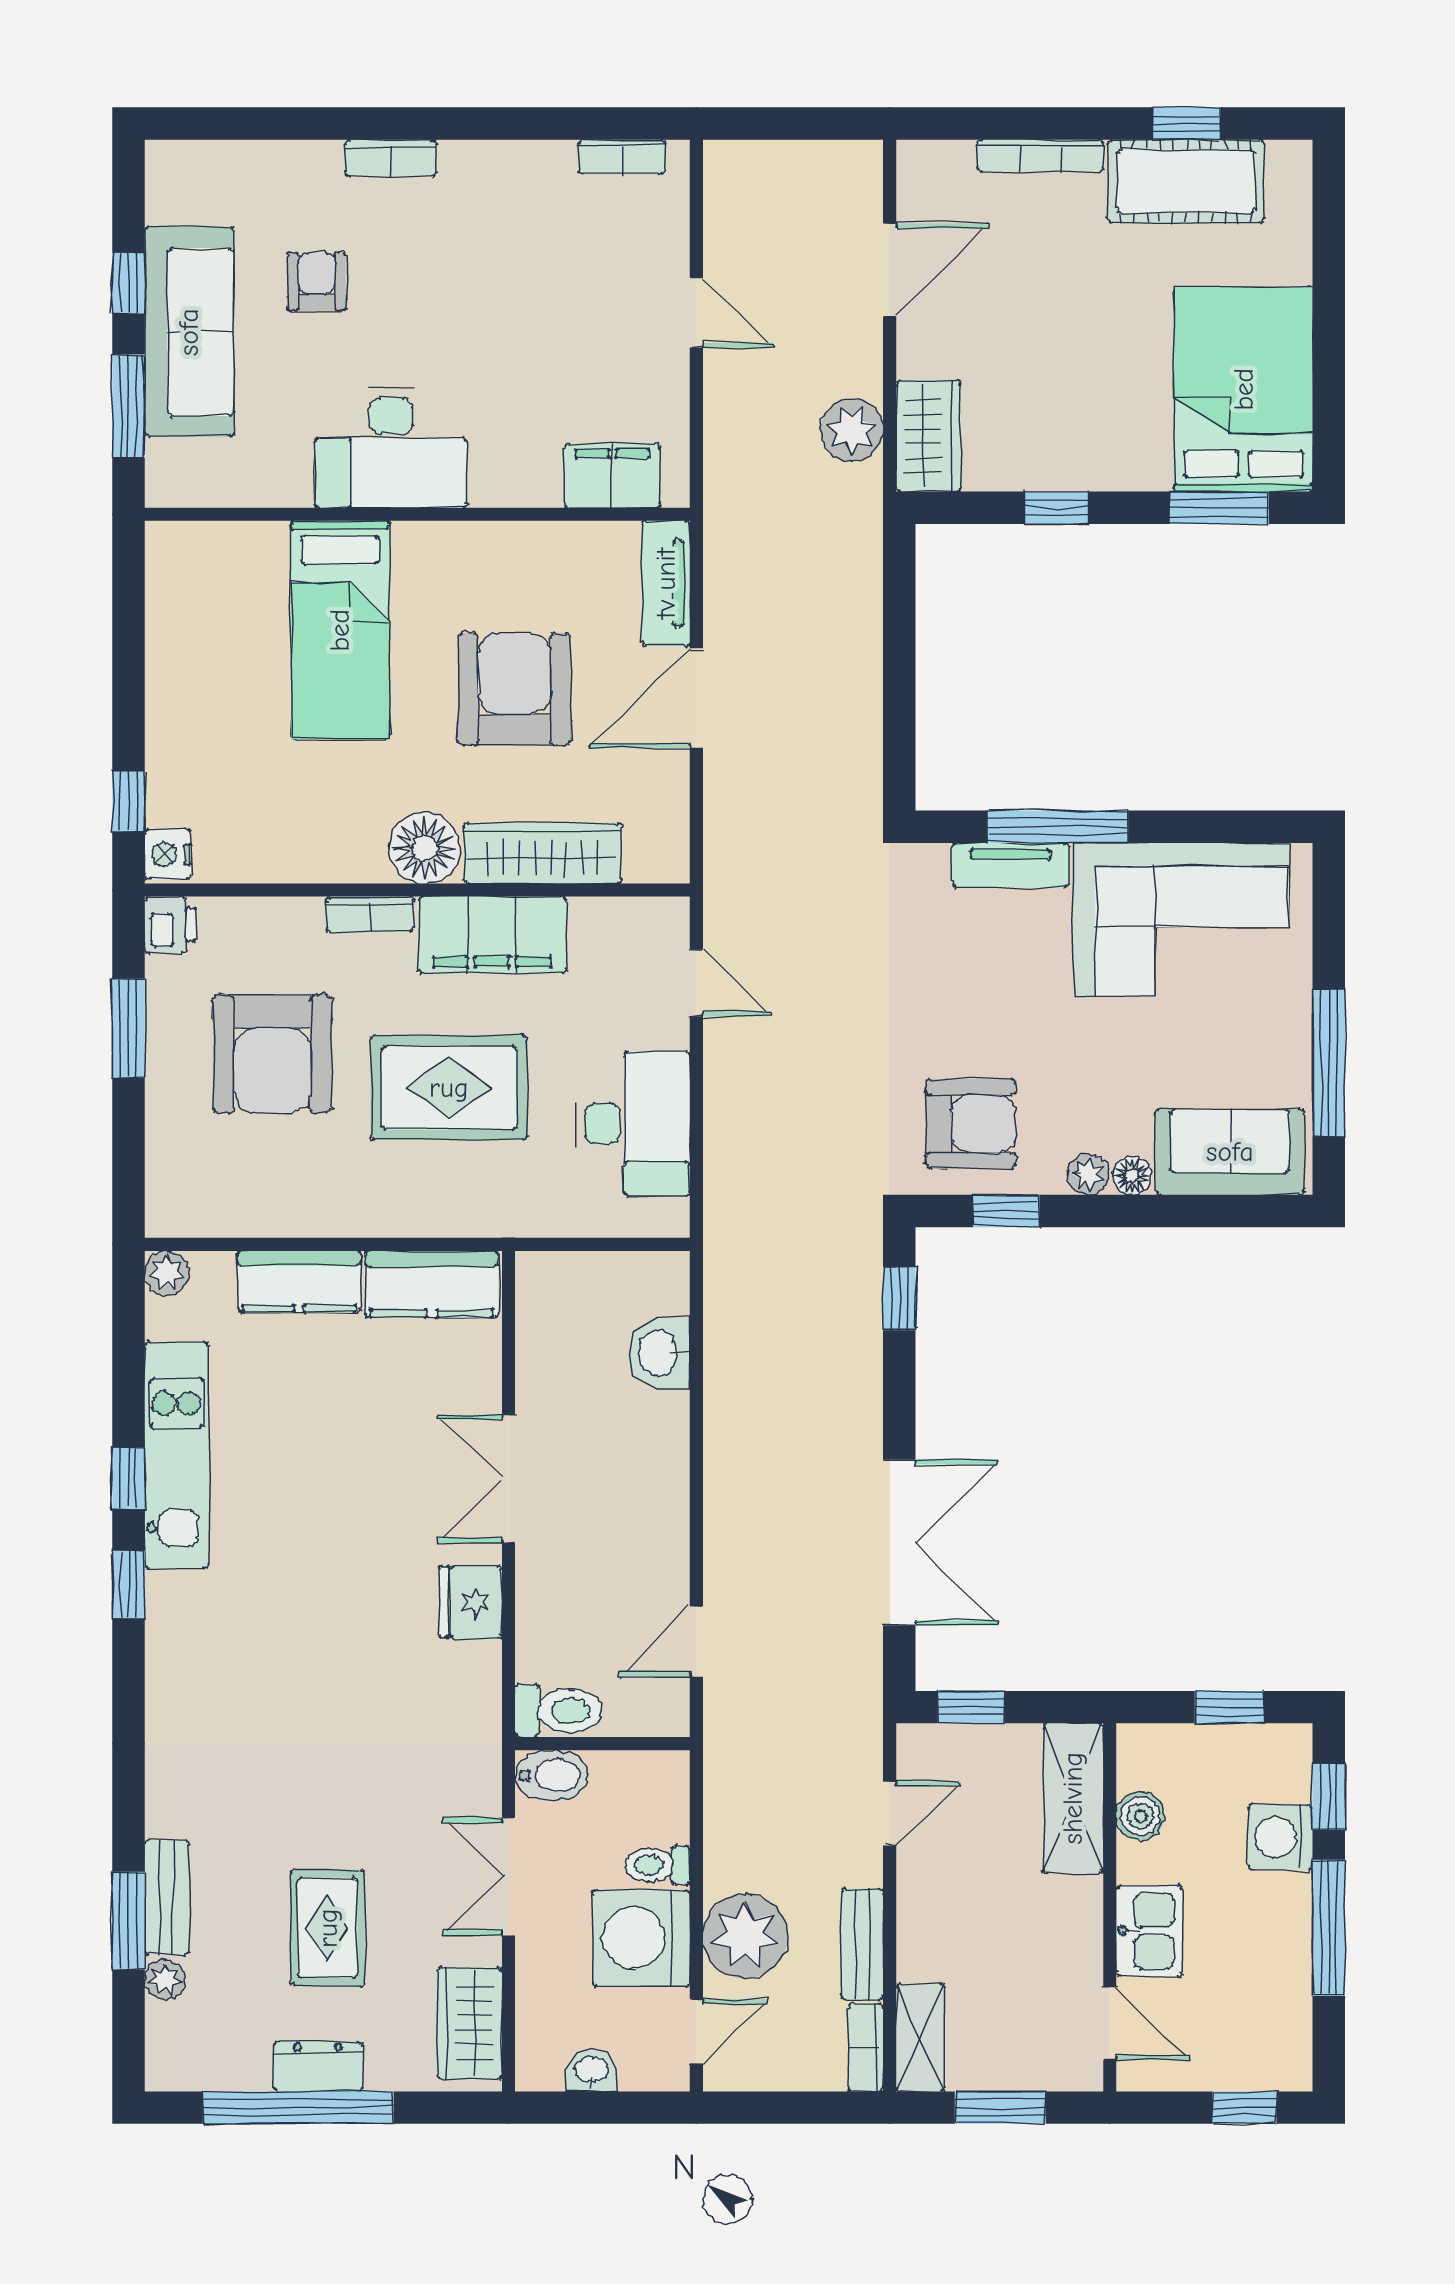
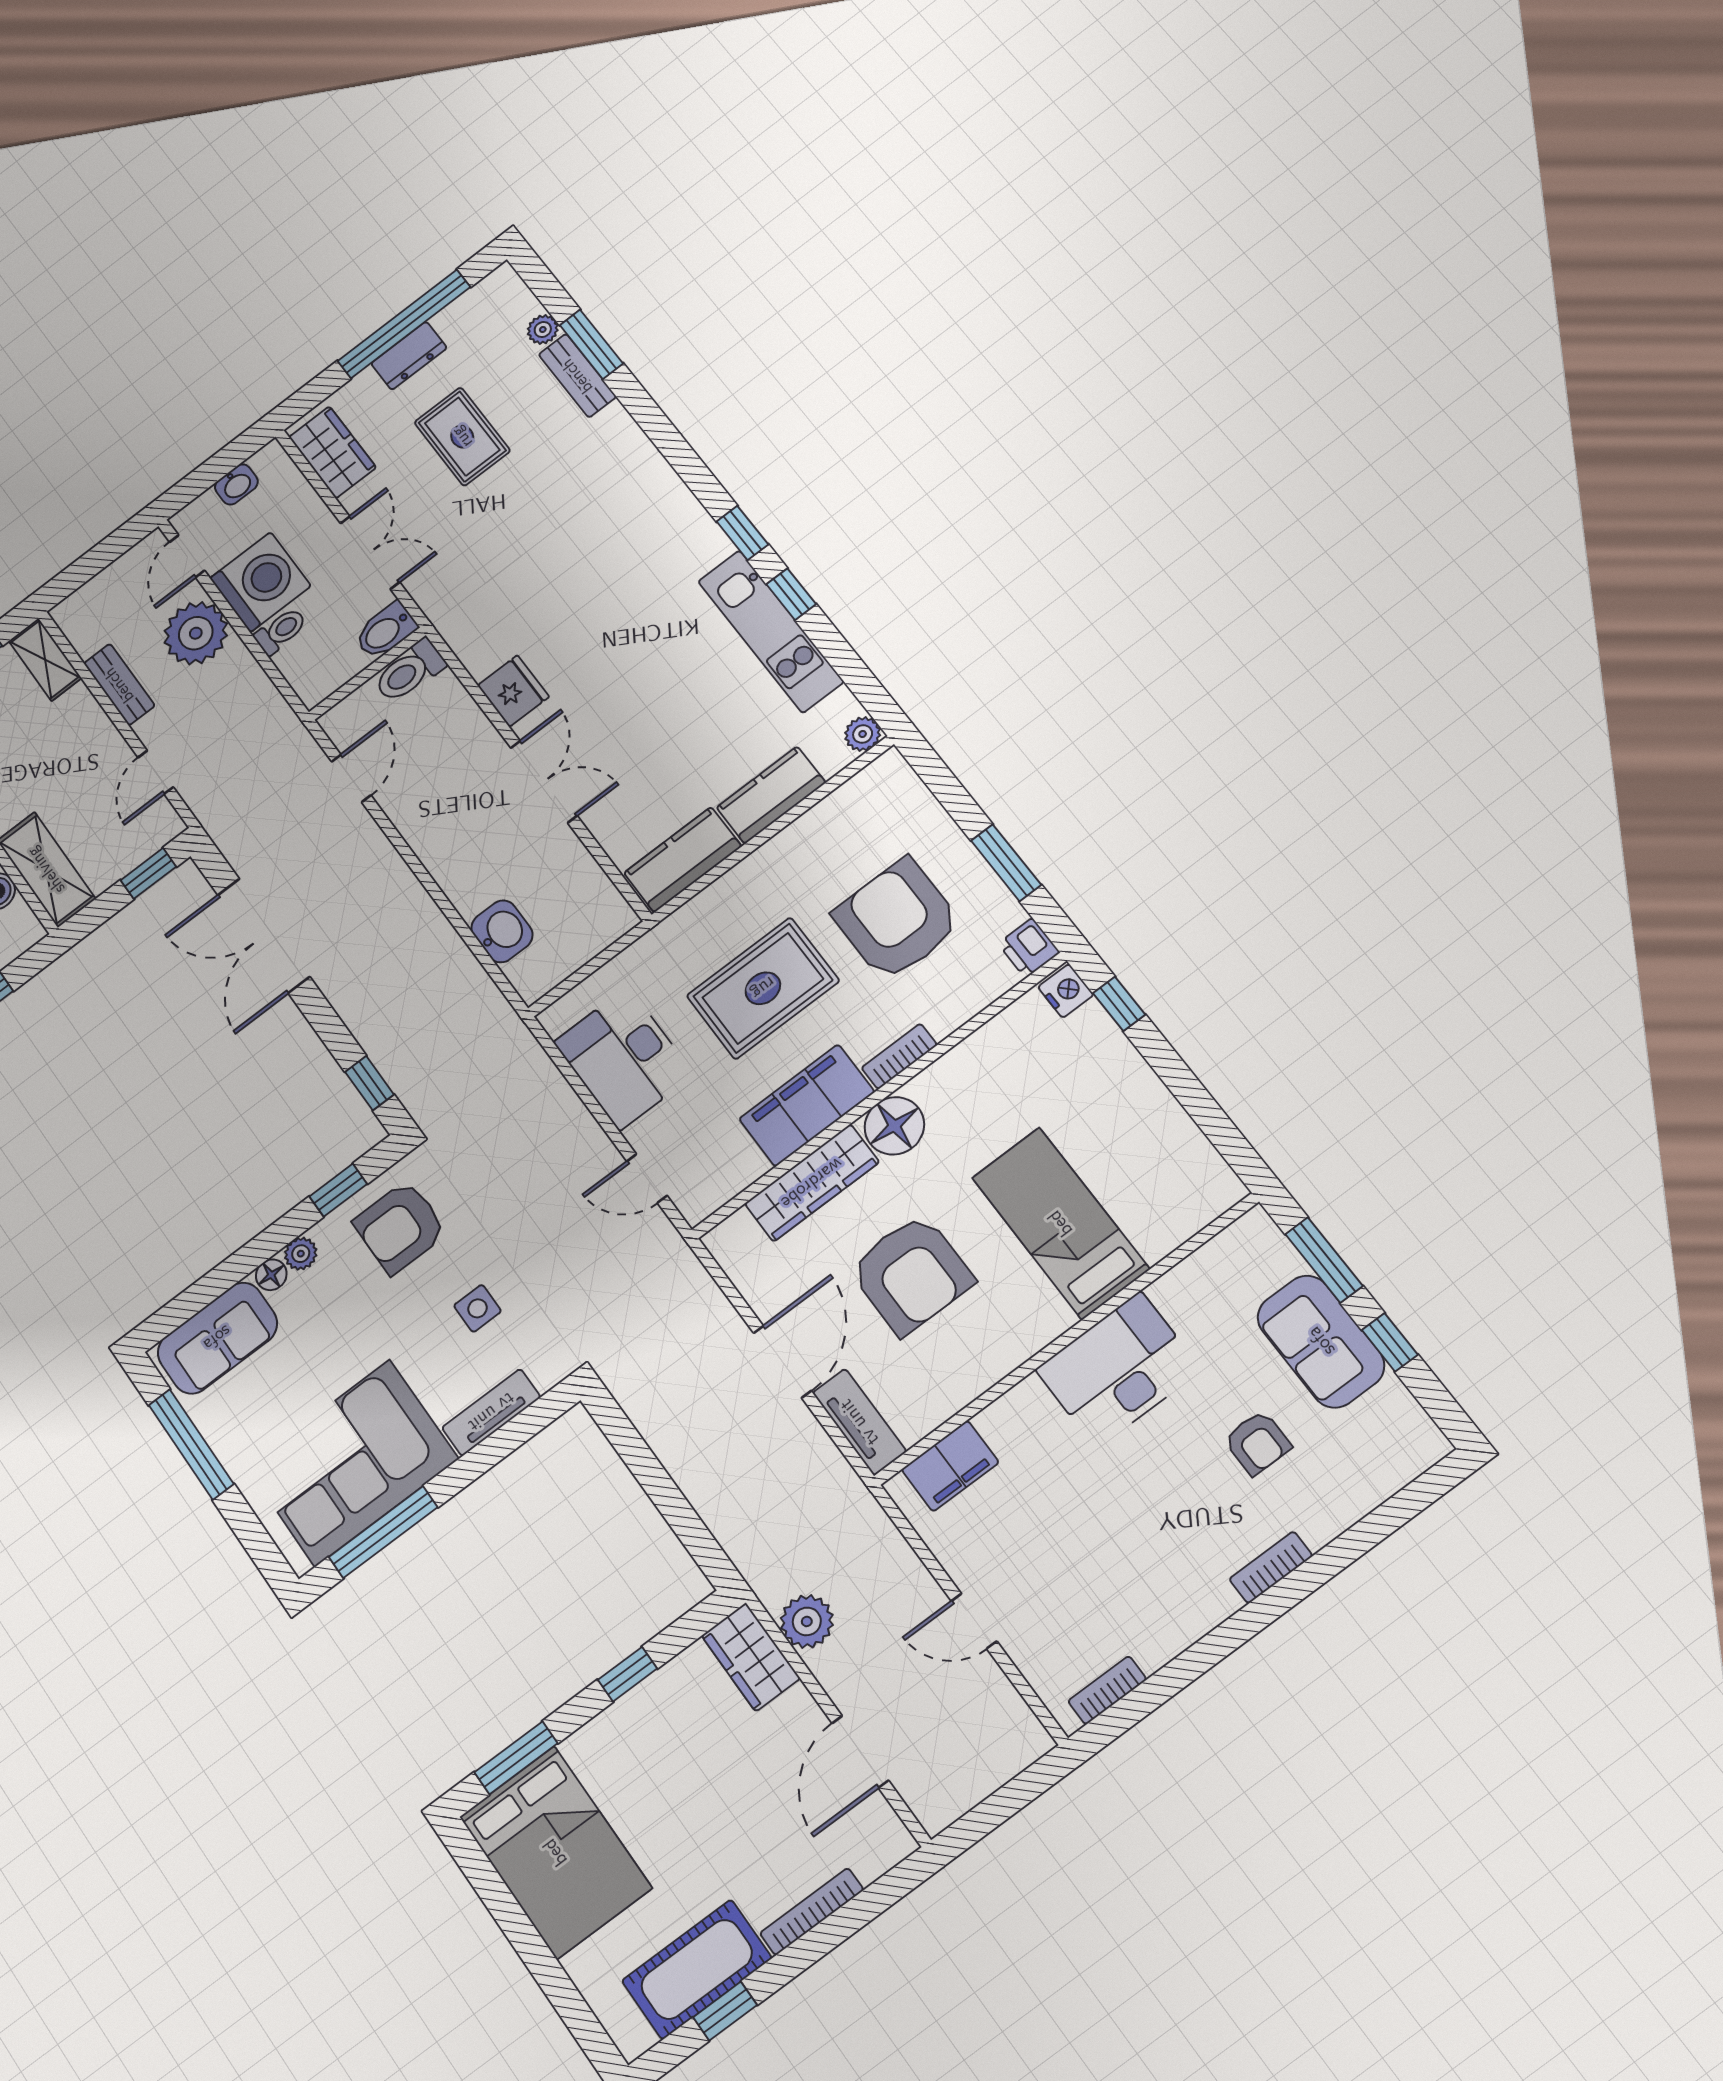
sofa: (189, 332) -> (1321, 1341), width x0.73
window: (1058, 827) -> (383, 1532), moved
side table: (952, 981) -> (478, 1308), added
bookcase: (866, 2048) -> (75, 628), removed

